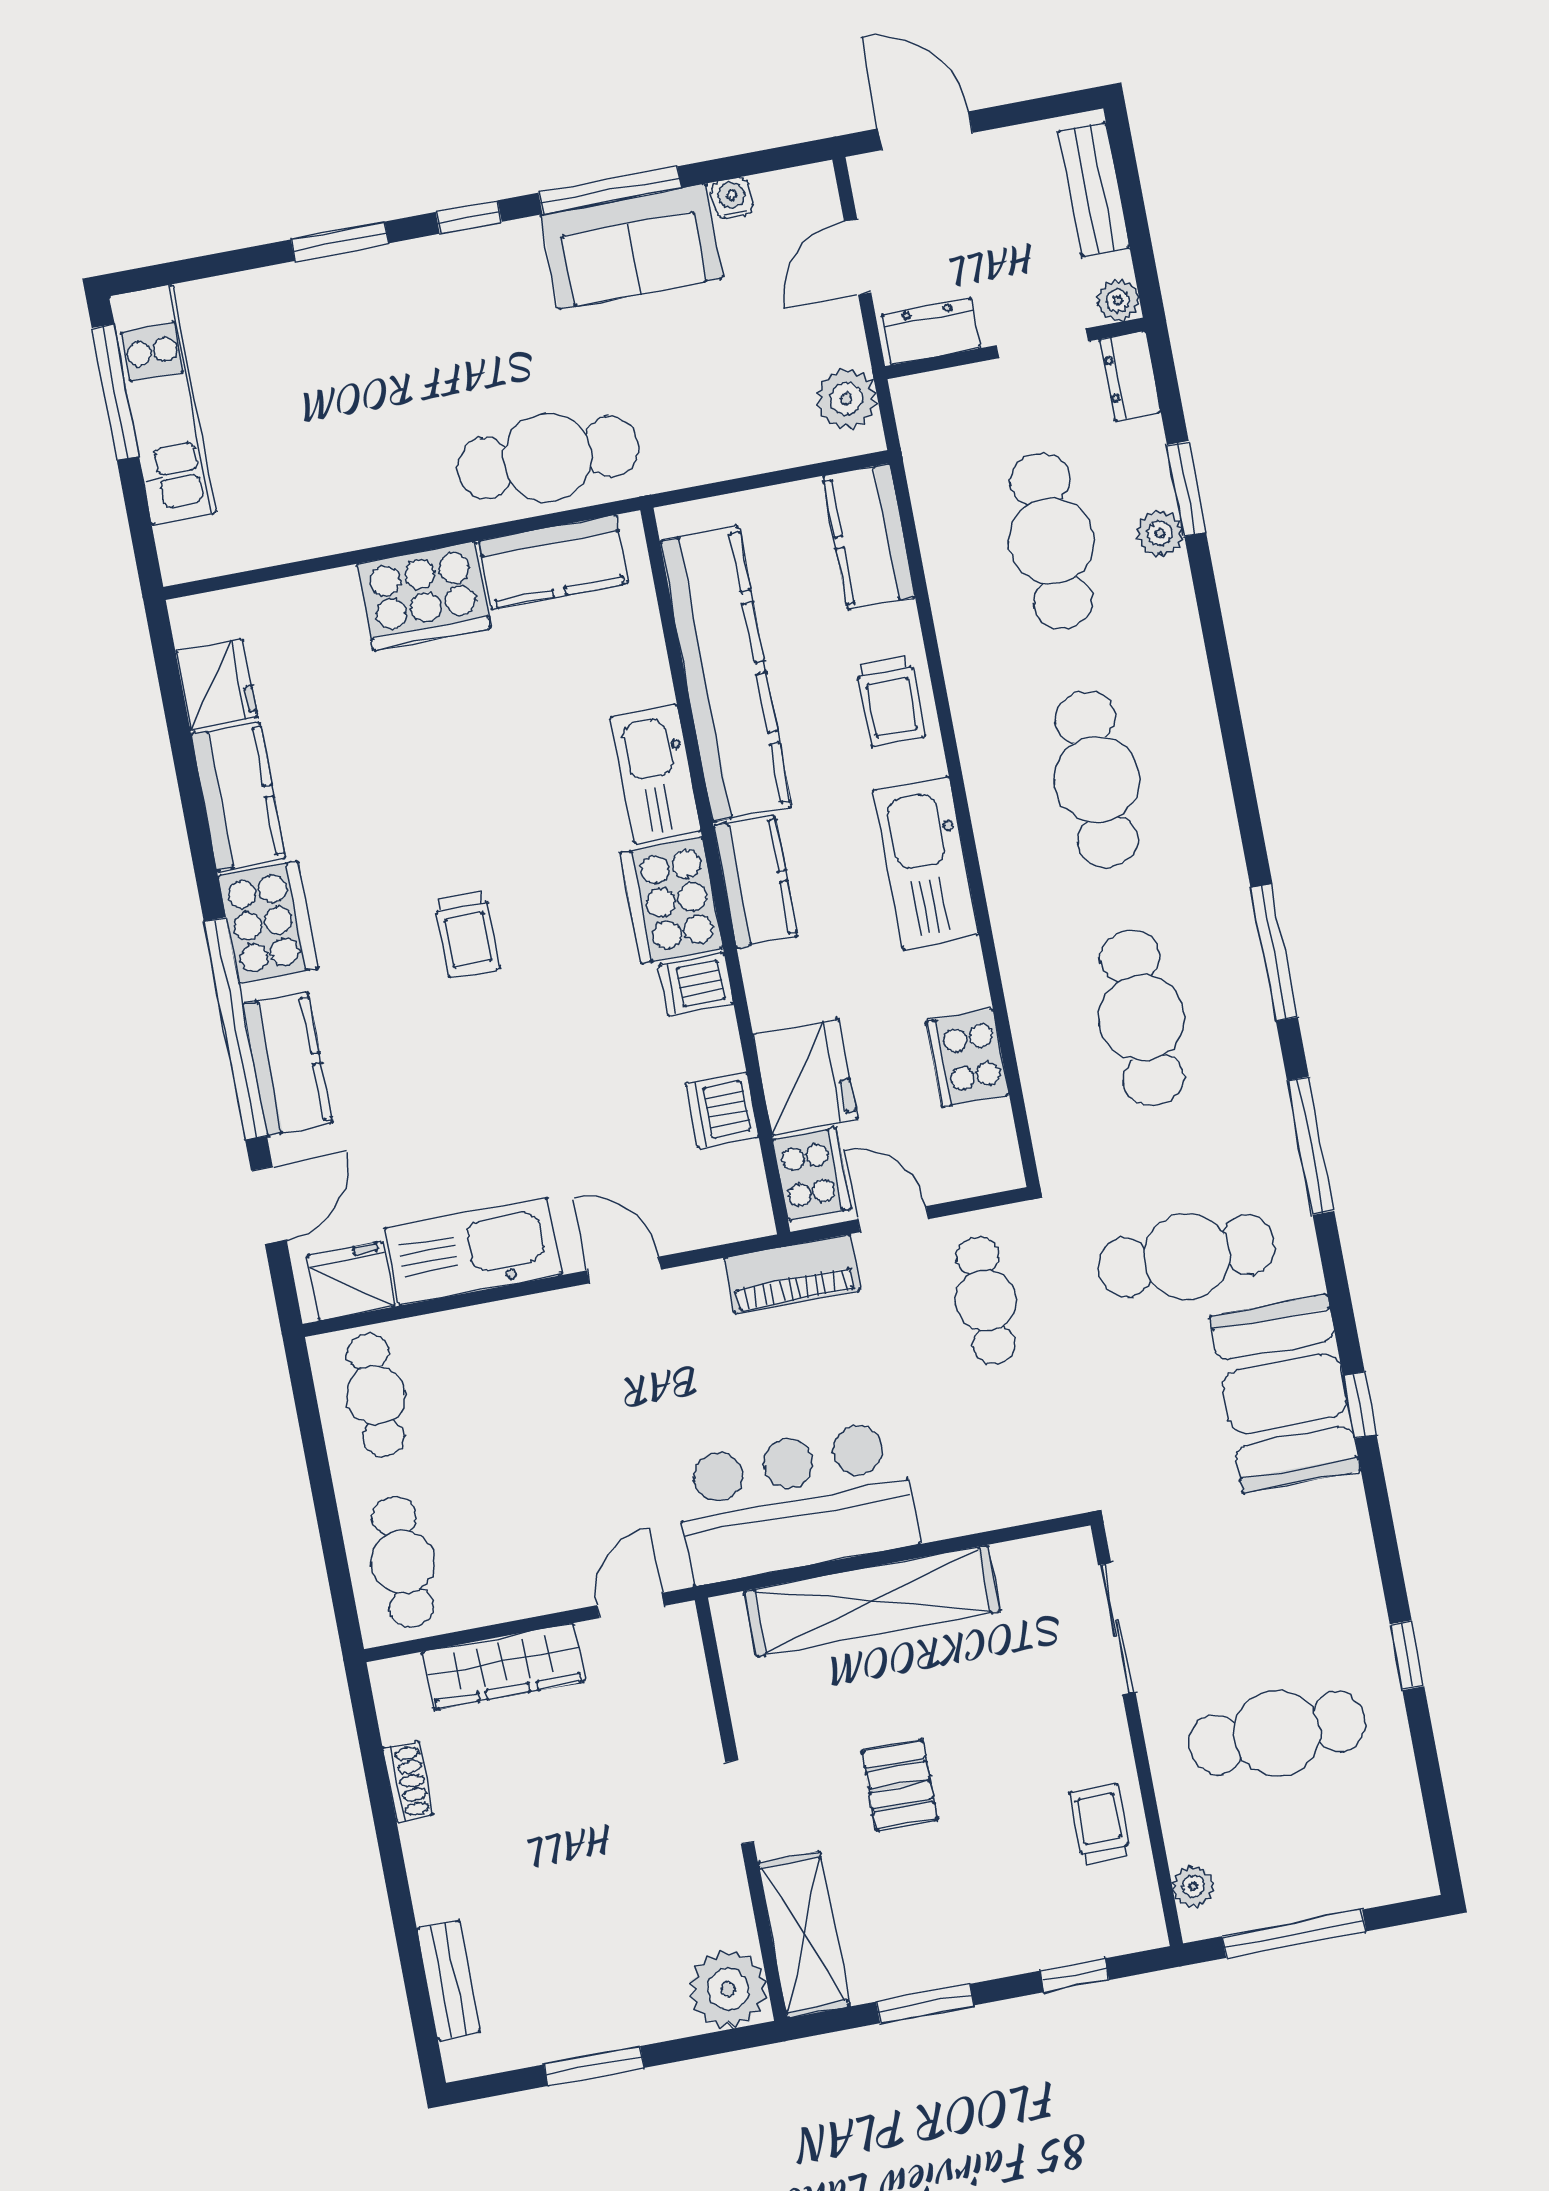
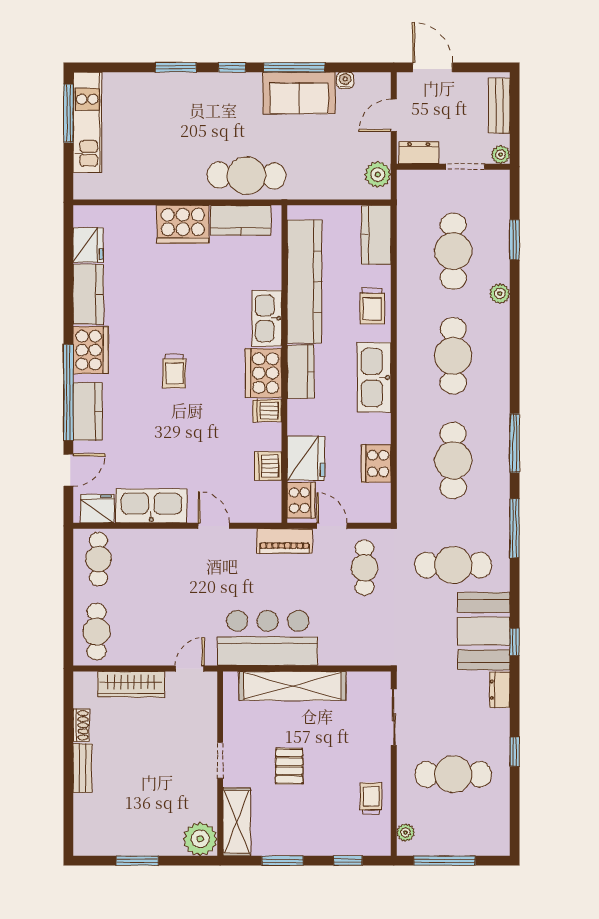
dresser: (1130, 376) -> (500, 690), moved
plant: (1160, 533) -> (500, 294), moved
bench: (448, 1980) -> (83, 768), moved

